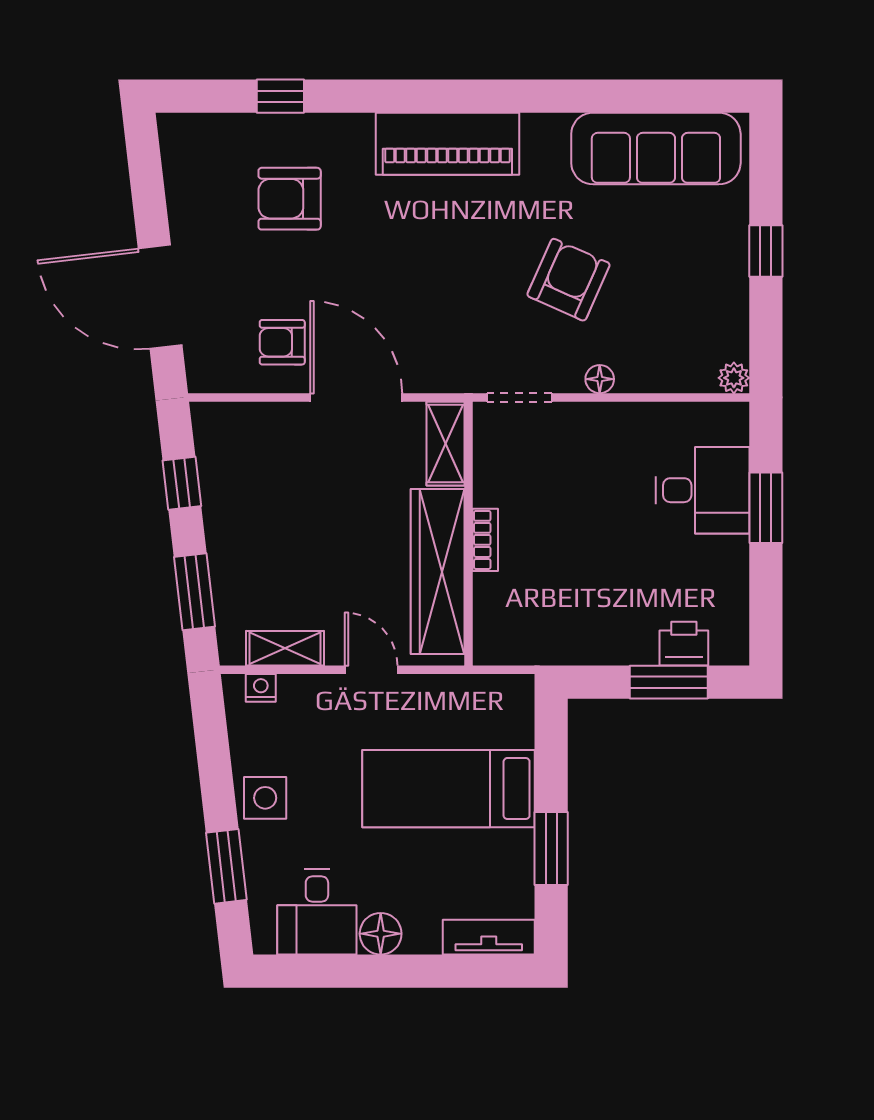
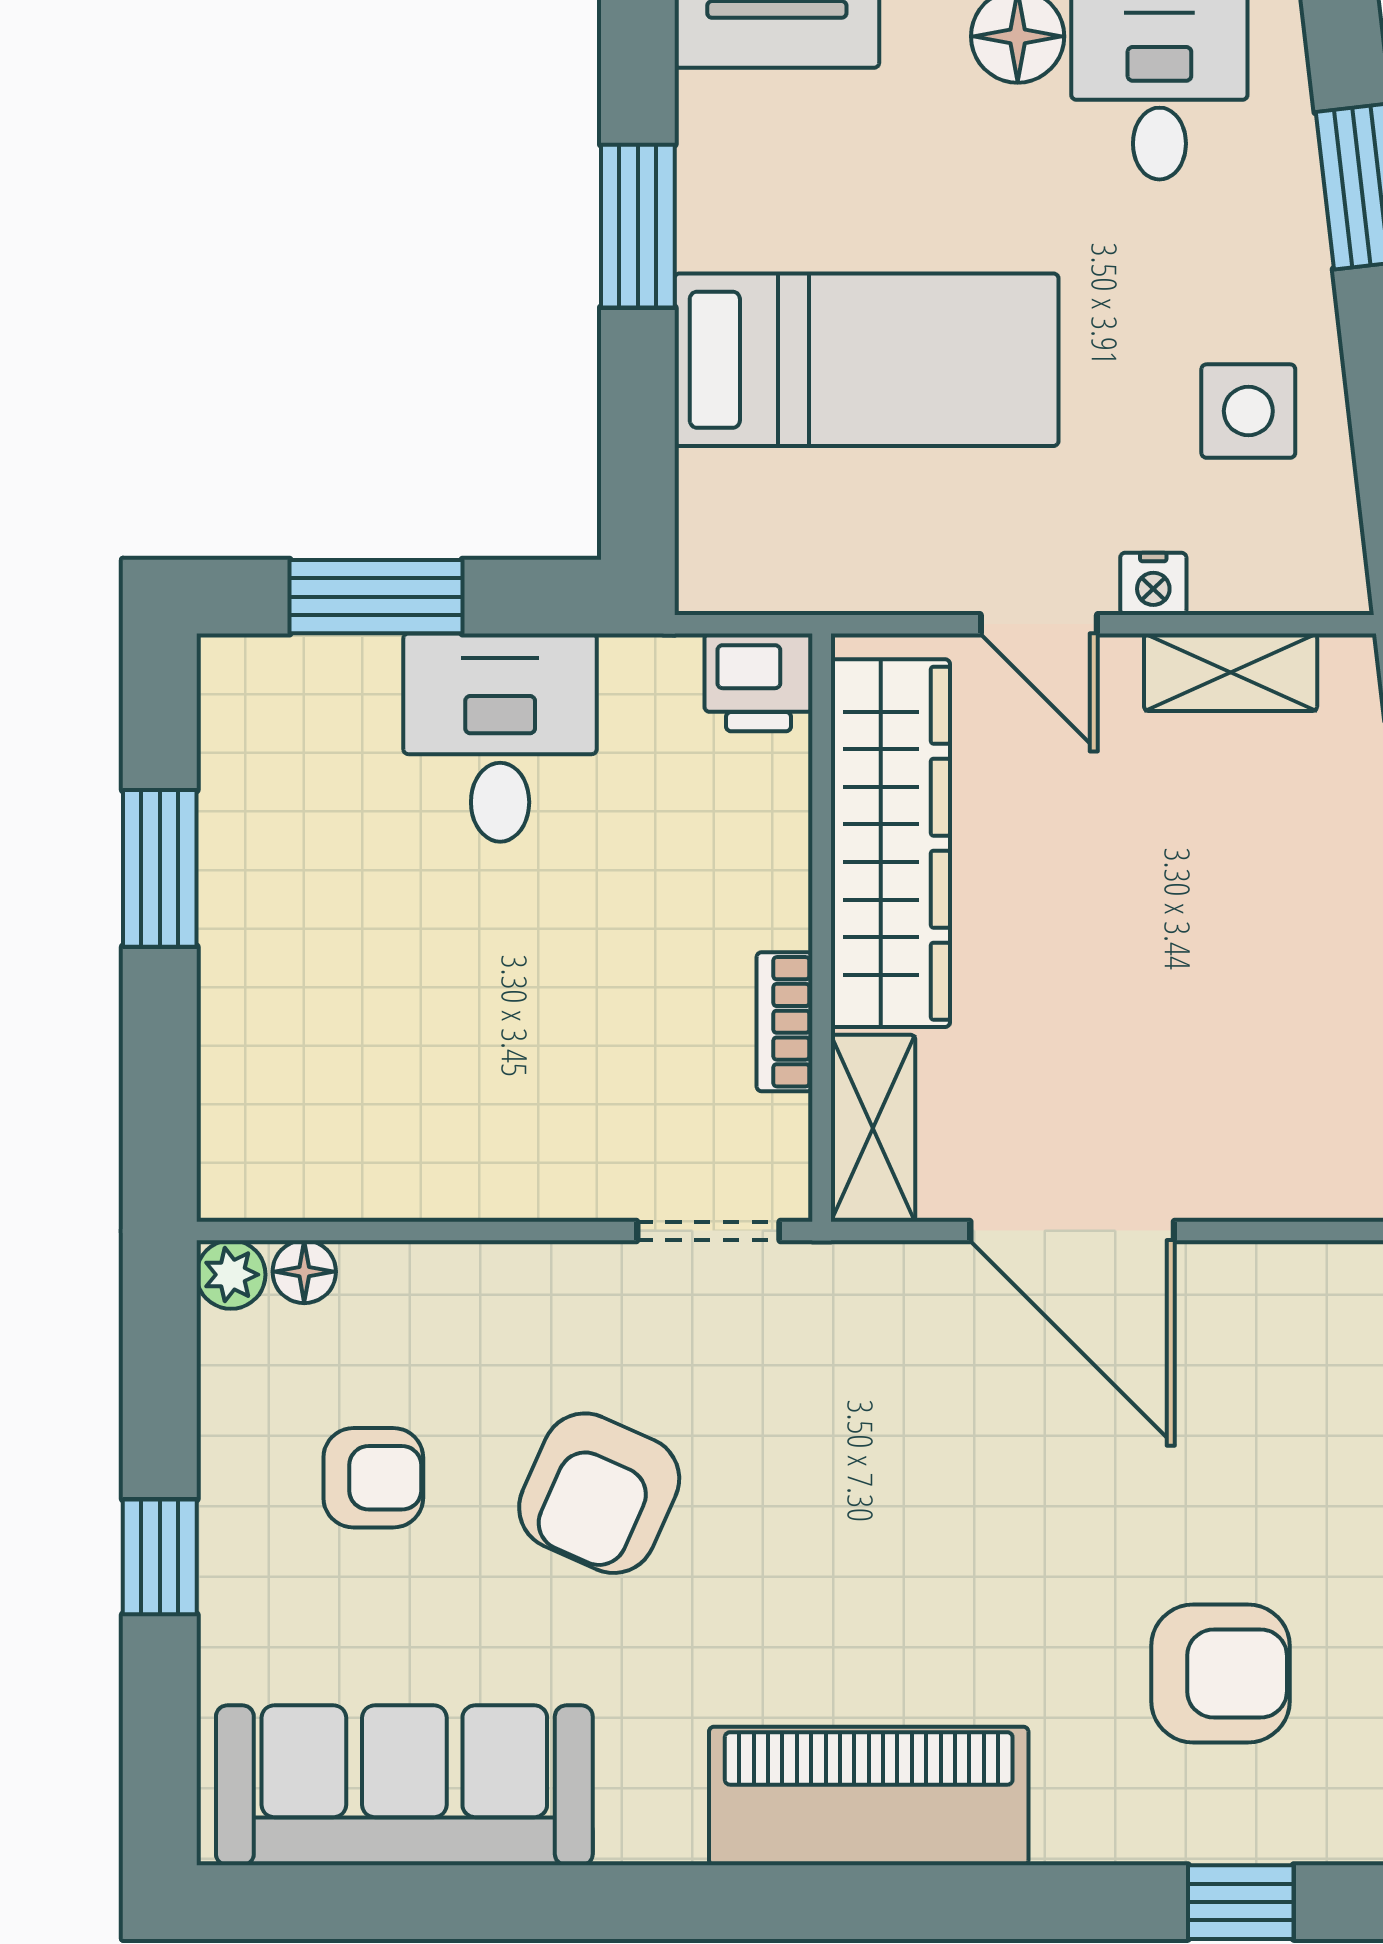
armchair: (282, 342) -> (373, 1478), moved
floor lamp: (600, 379) -> (304, 1272), moved
desk: (702, 490) -> (500, 738), moved, turned 90
window: (766, 508) -> (160, 868), moved
bookcase: (485, 540) -> (785, 1022), moved
printer: (684, 644) -> (759, 682), moved
nightstand: (261, 688) -> (1153, 584), moved
side table: (265, 798) -> (1248, 411), moved

